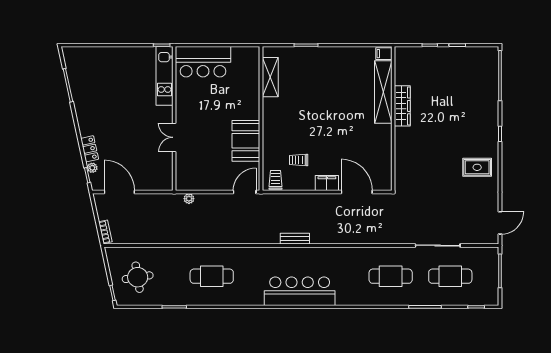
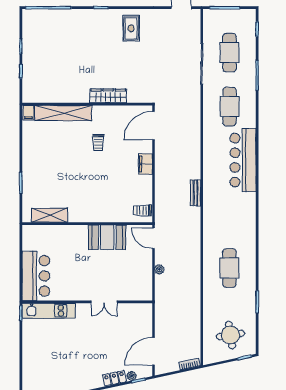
wardrobe: (402, 106) -> (108, 96), moved
trolley: (299, 160) -> (98, 142), moved
door: (357, 192) -> (153, 126), moved
plant: (189, 199) -> (159, 269), moved
bar counter: (300, 291) -> (243, 160), moved

